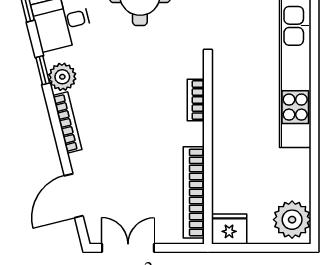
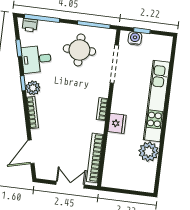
plant: (292, 220) -> (149, 152), moved
fridge: (229, 229) -> (117, 123), moved, turned 90
double door: (128, 248) -> (70, 185), moved

